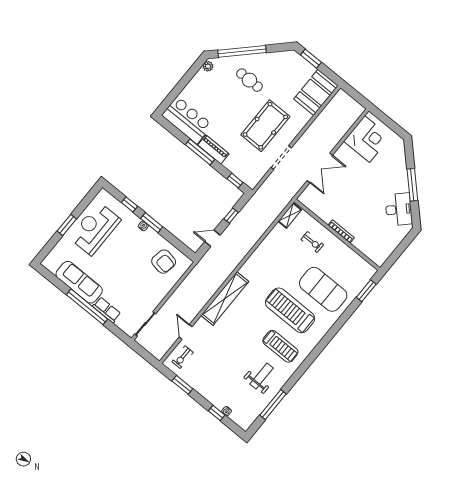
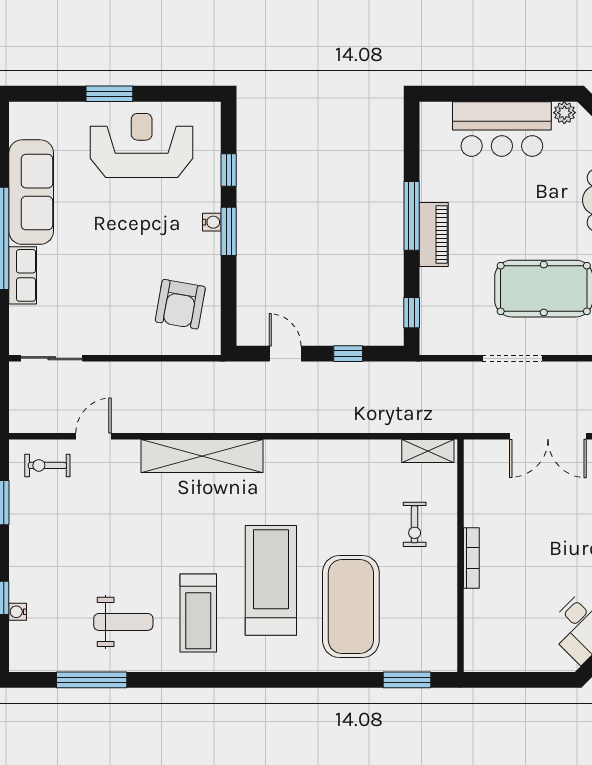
bar counter: (187, 120) -> (502, 129), moved, turned 90

